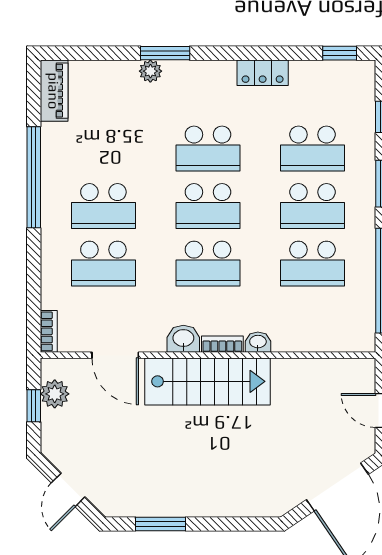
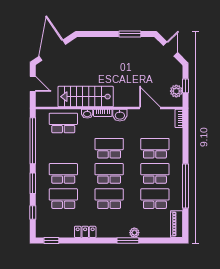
school desk: (103, 149) -> (155, 199), added
school desk: (312, 264) -> (63, 123), moved
stairs: (208, 381) -> (86, 97), moved

